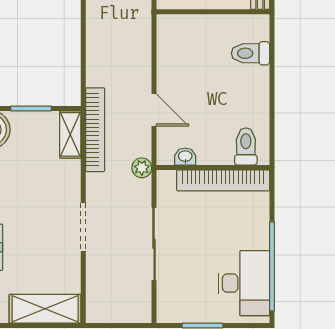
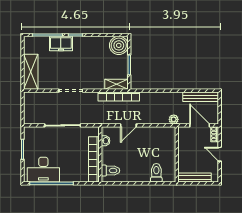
plant: (142, 168) -> (174, 119), moved

